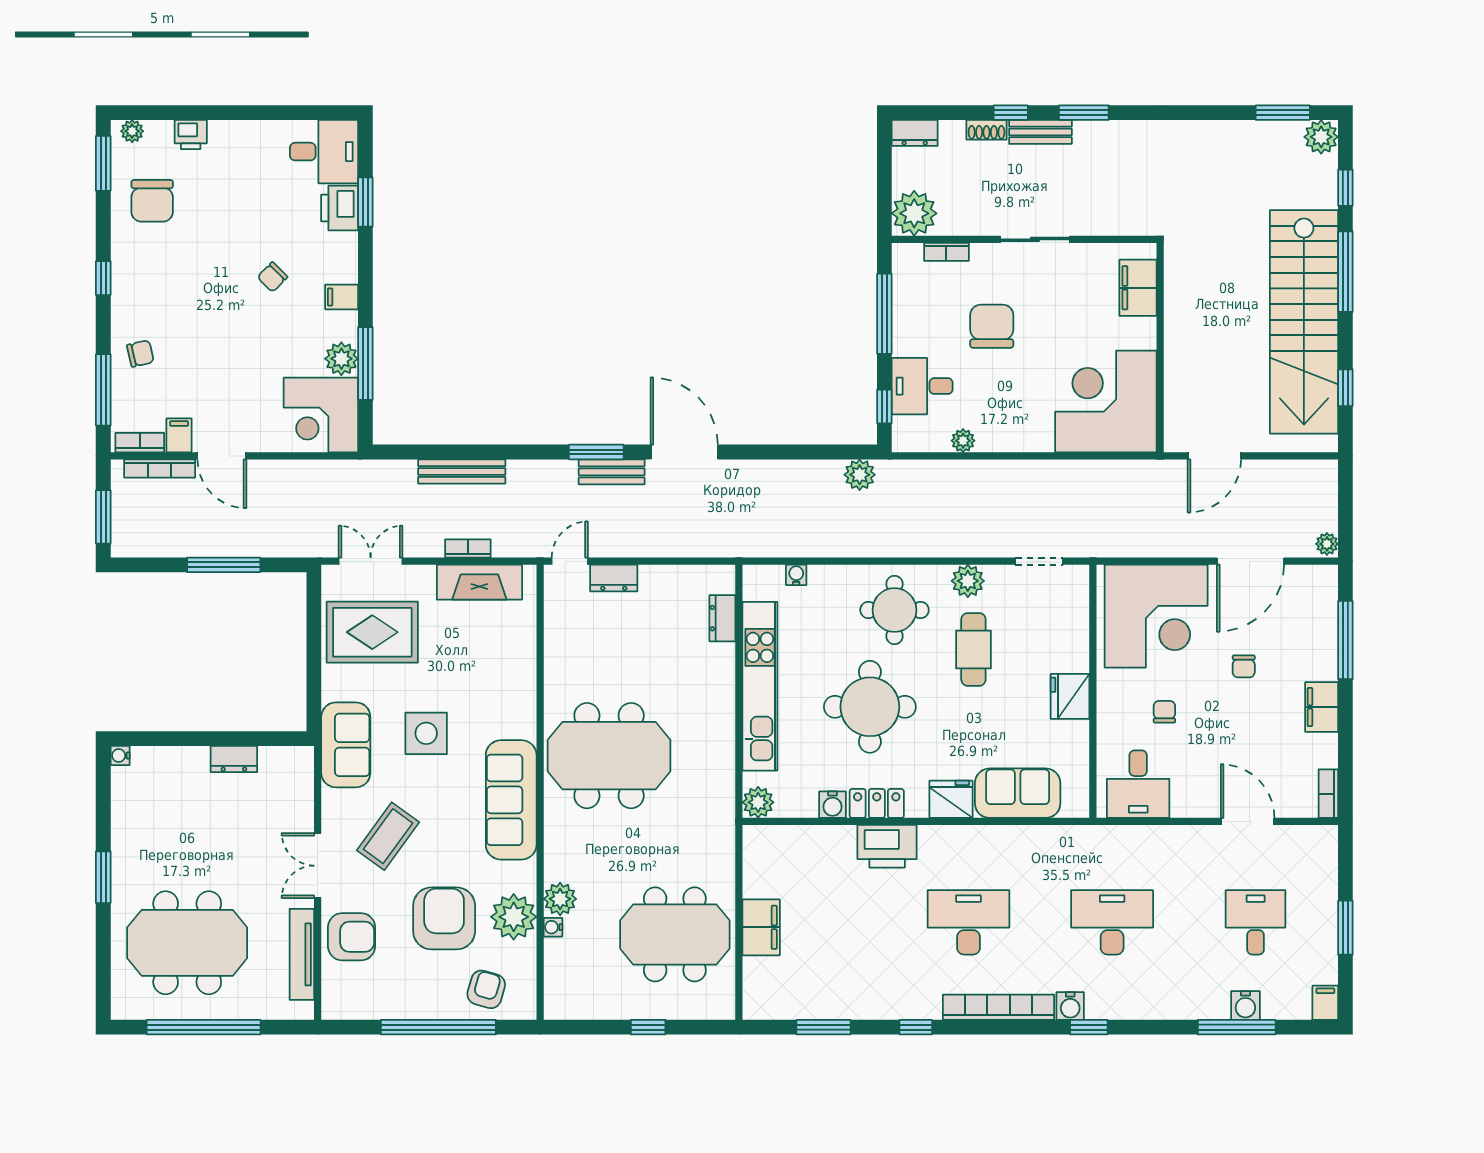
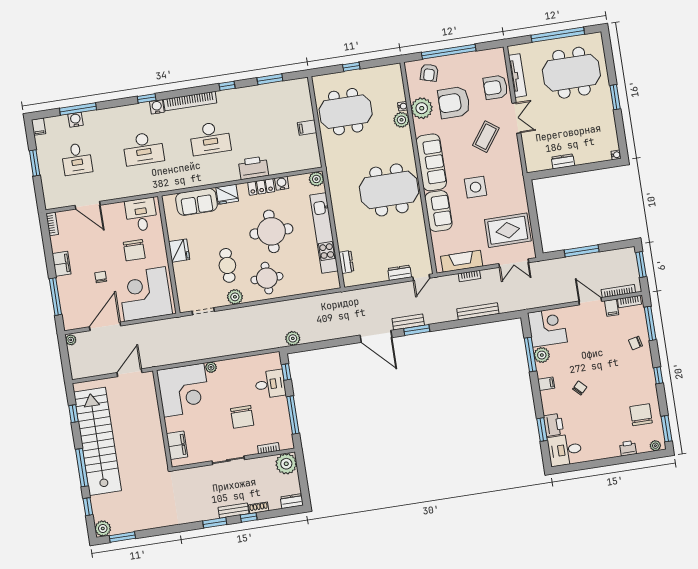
plant: (963, 441) -> (211, 367), moved
water cooler: (796, 575) -> (315, 287), removed
chair: (1164, 712) -> (134, 250), width x1.87, depth x1.87
sofa: (346, 745) -> (438, 211), moved, turned 180
armchair: (444, 918) -> (454, 102), turned 90
filing cabinet: (761, 927) -> (307, 128), width x0.50

